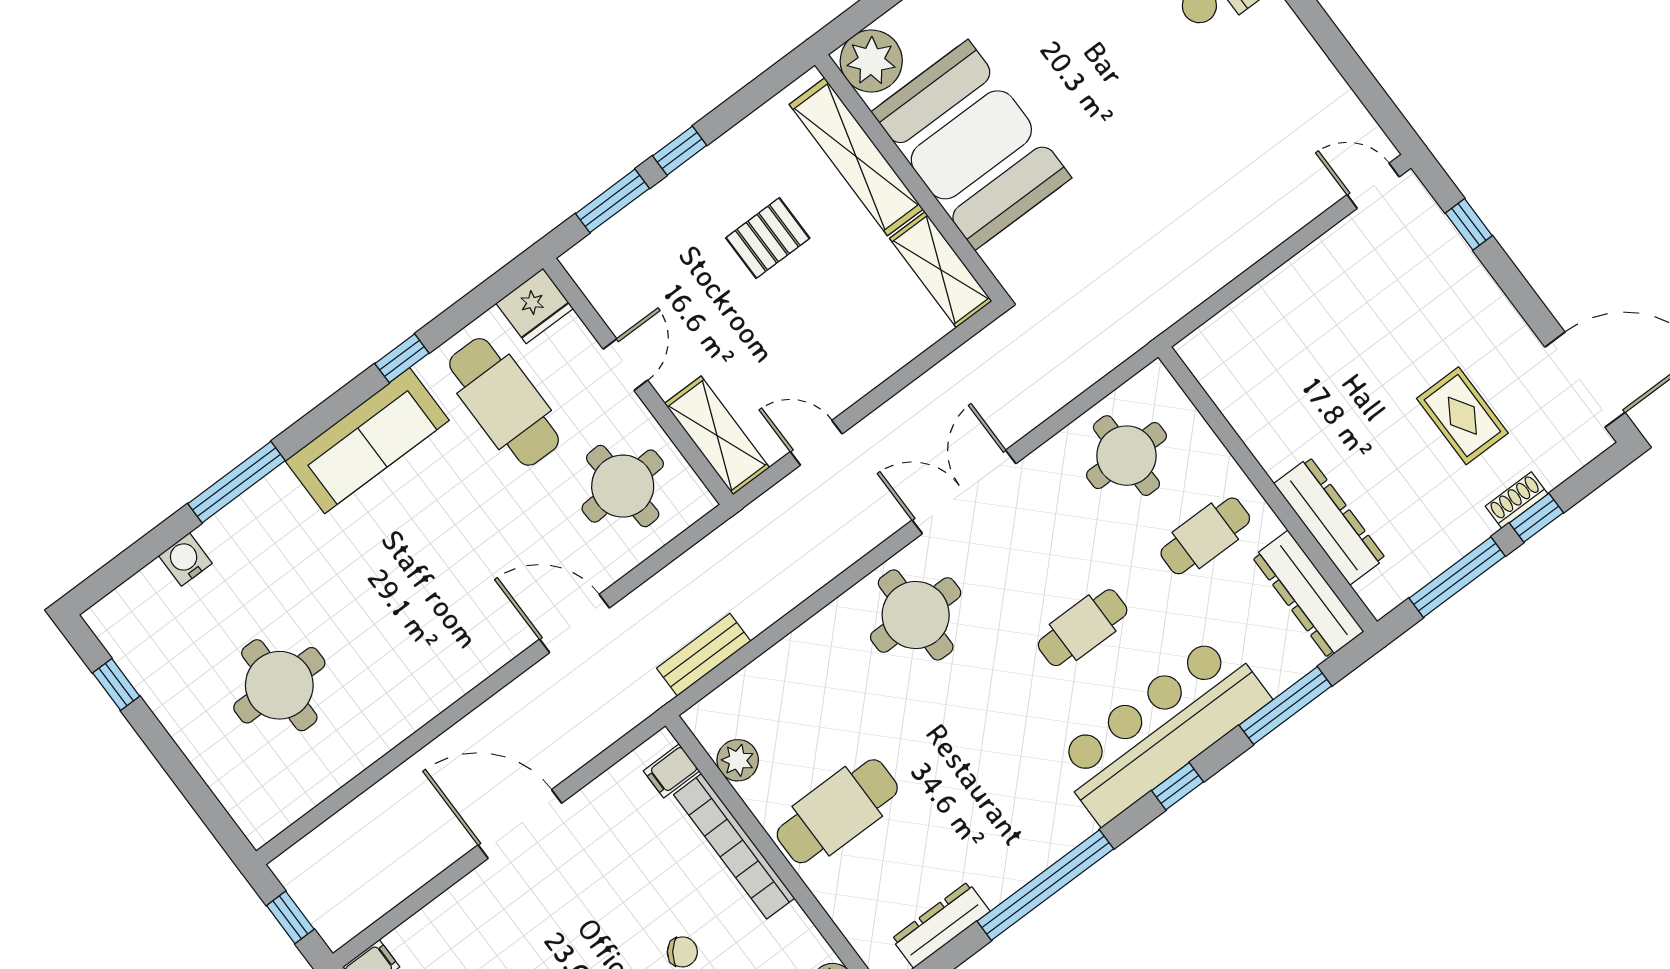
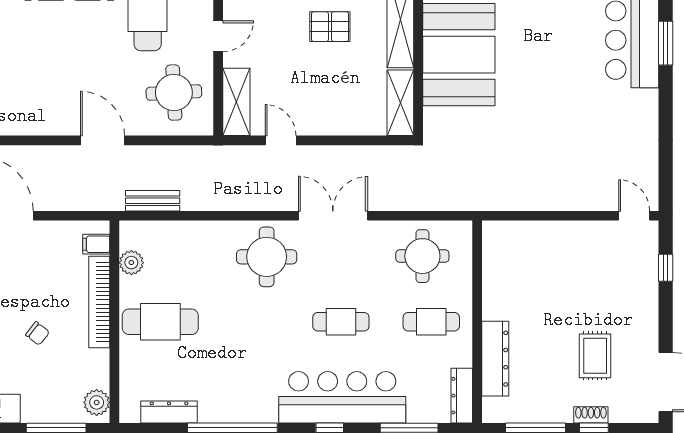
dresser: (1308, 594) -> (462, 396), width x0.73, depth x0.80

